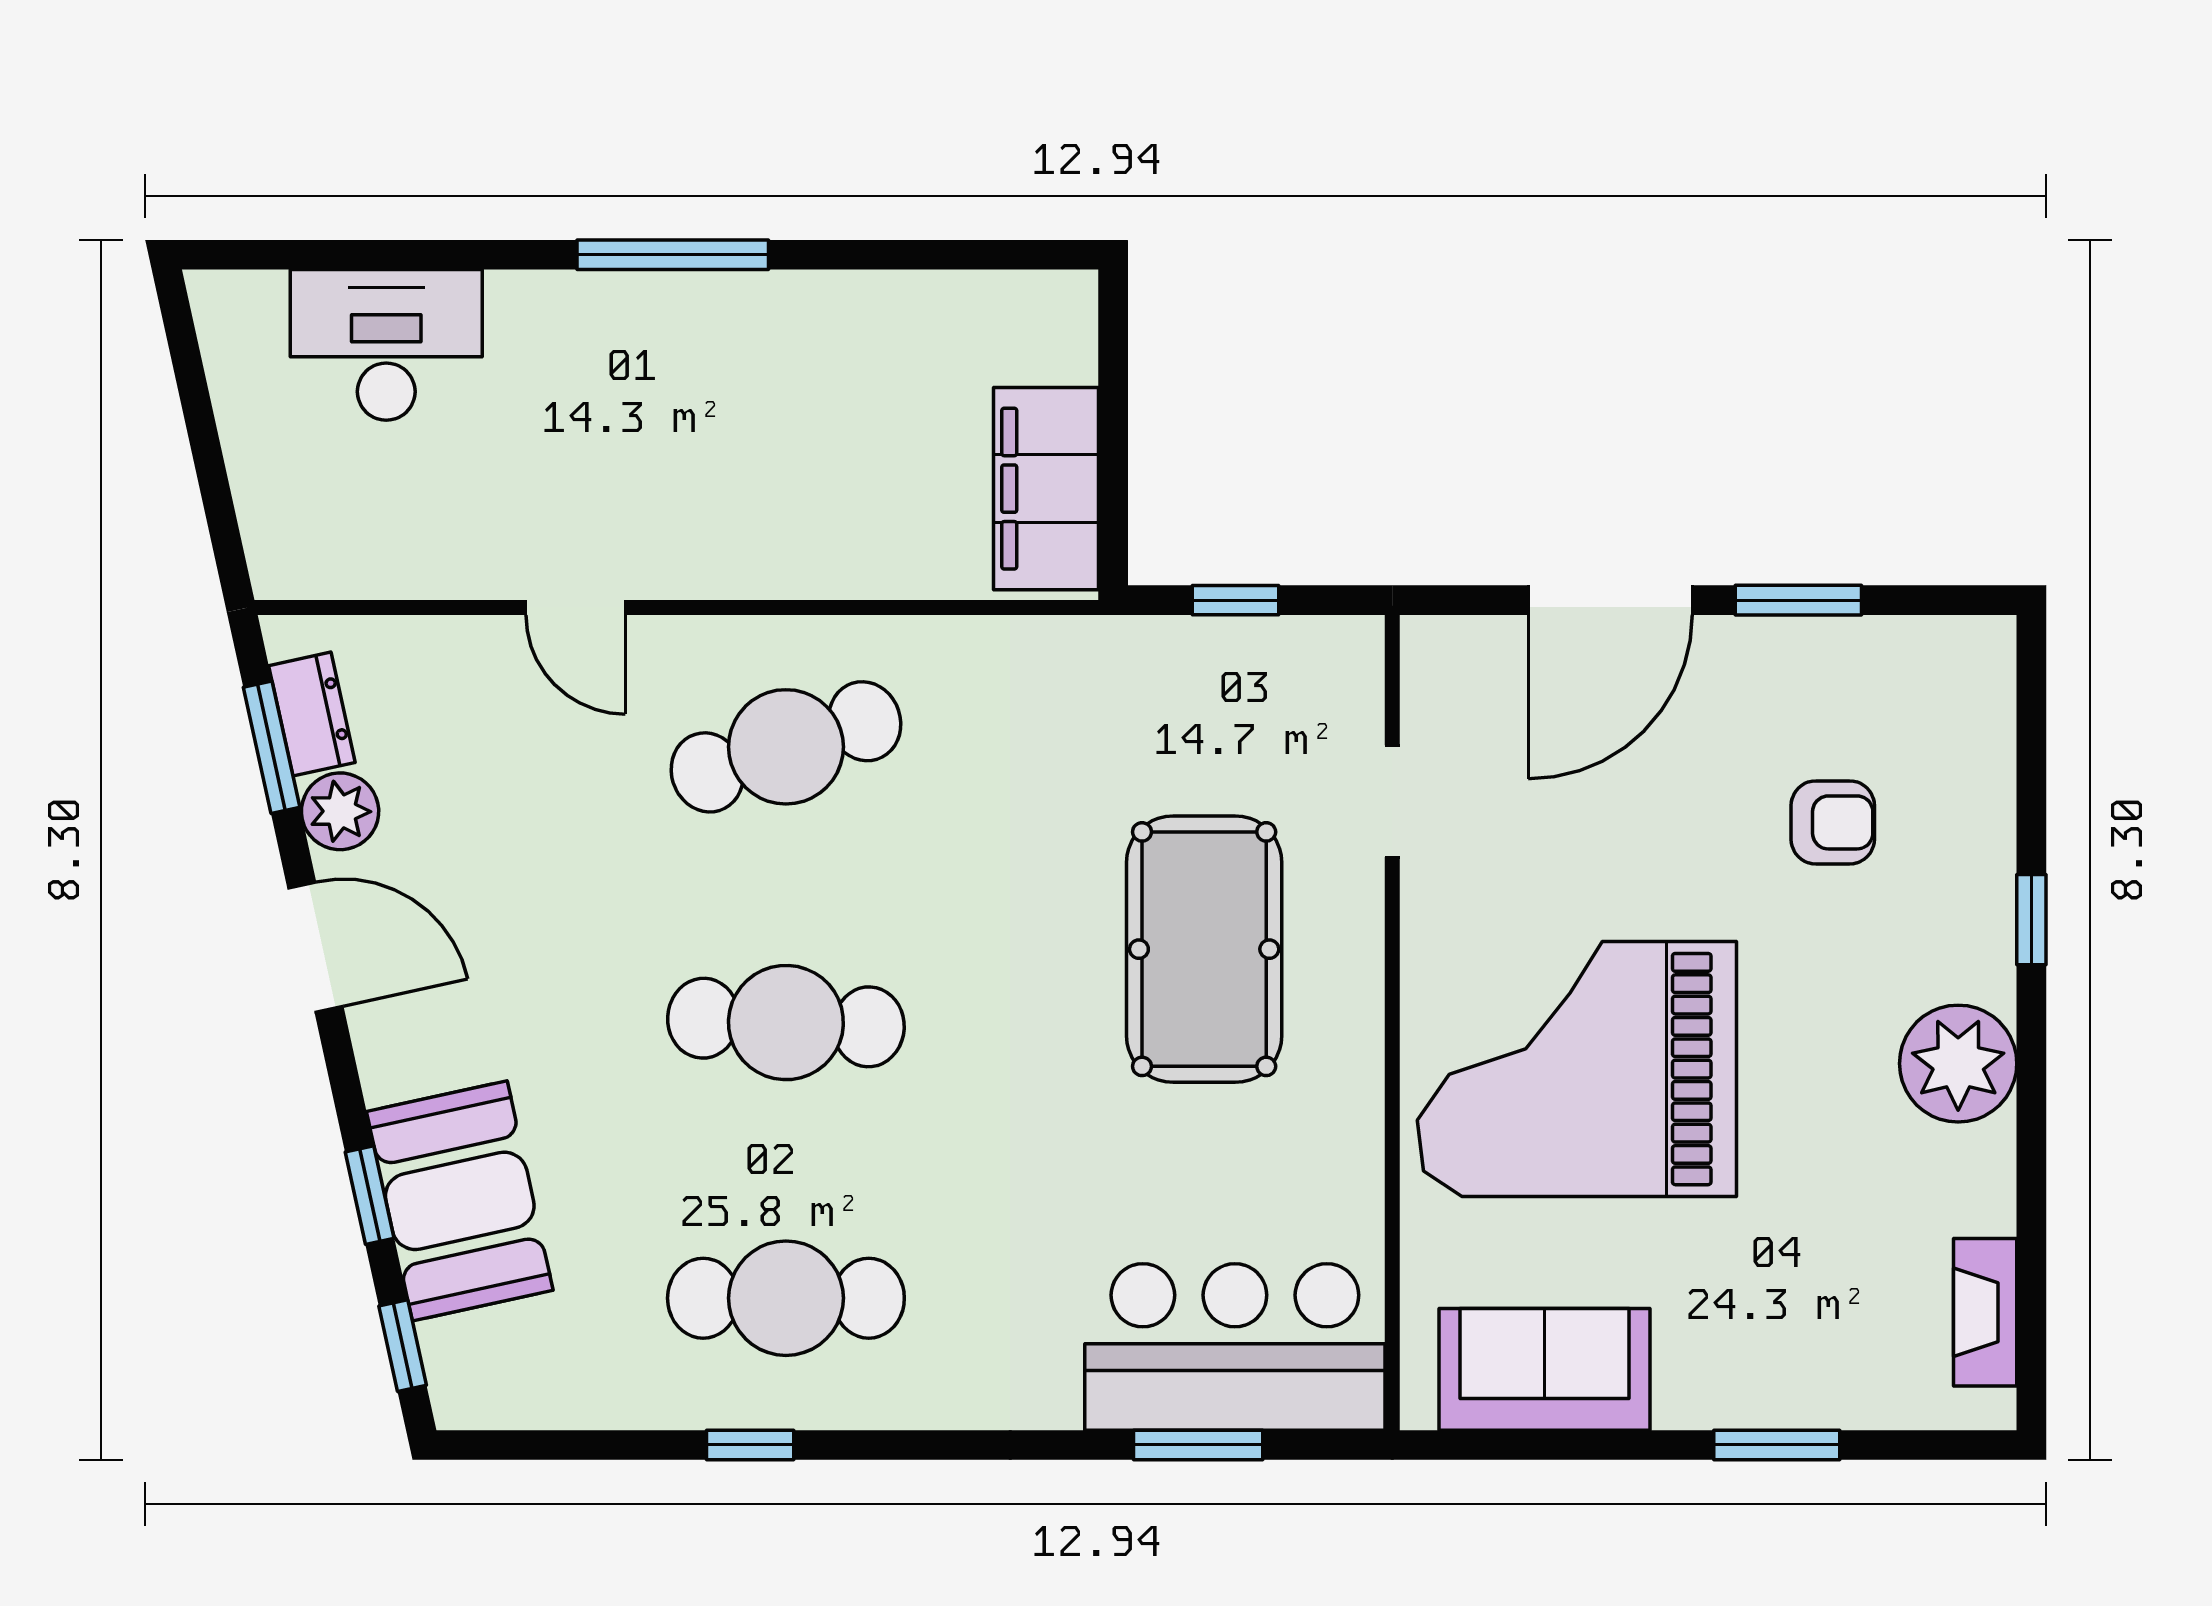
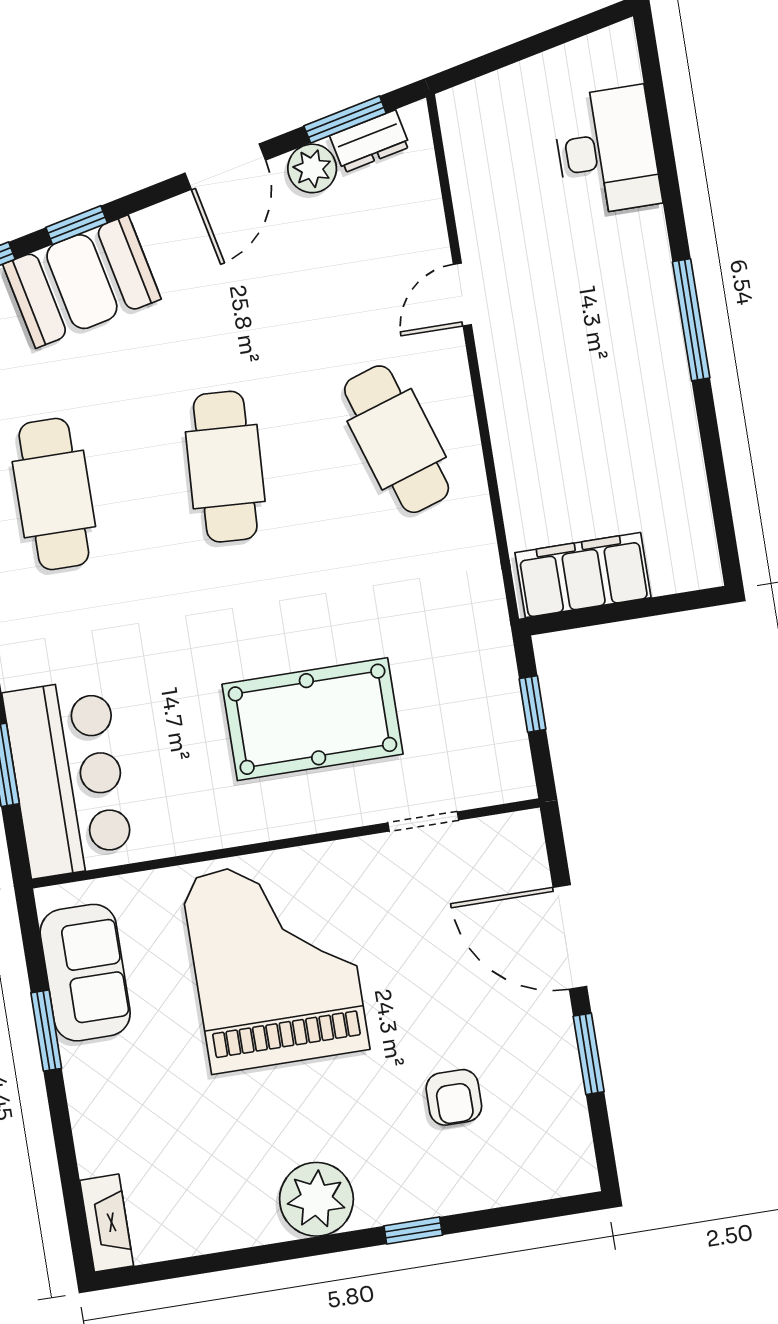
fireplace: (1985, 1312) -> (107, 1223), moved, turned 90
window: (1777, 1445) -> (46, 1031), moved

